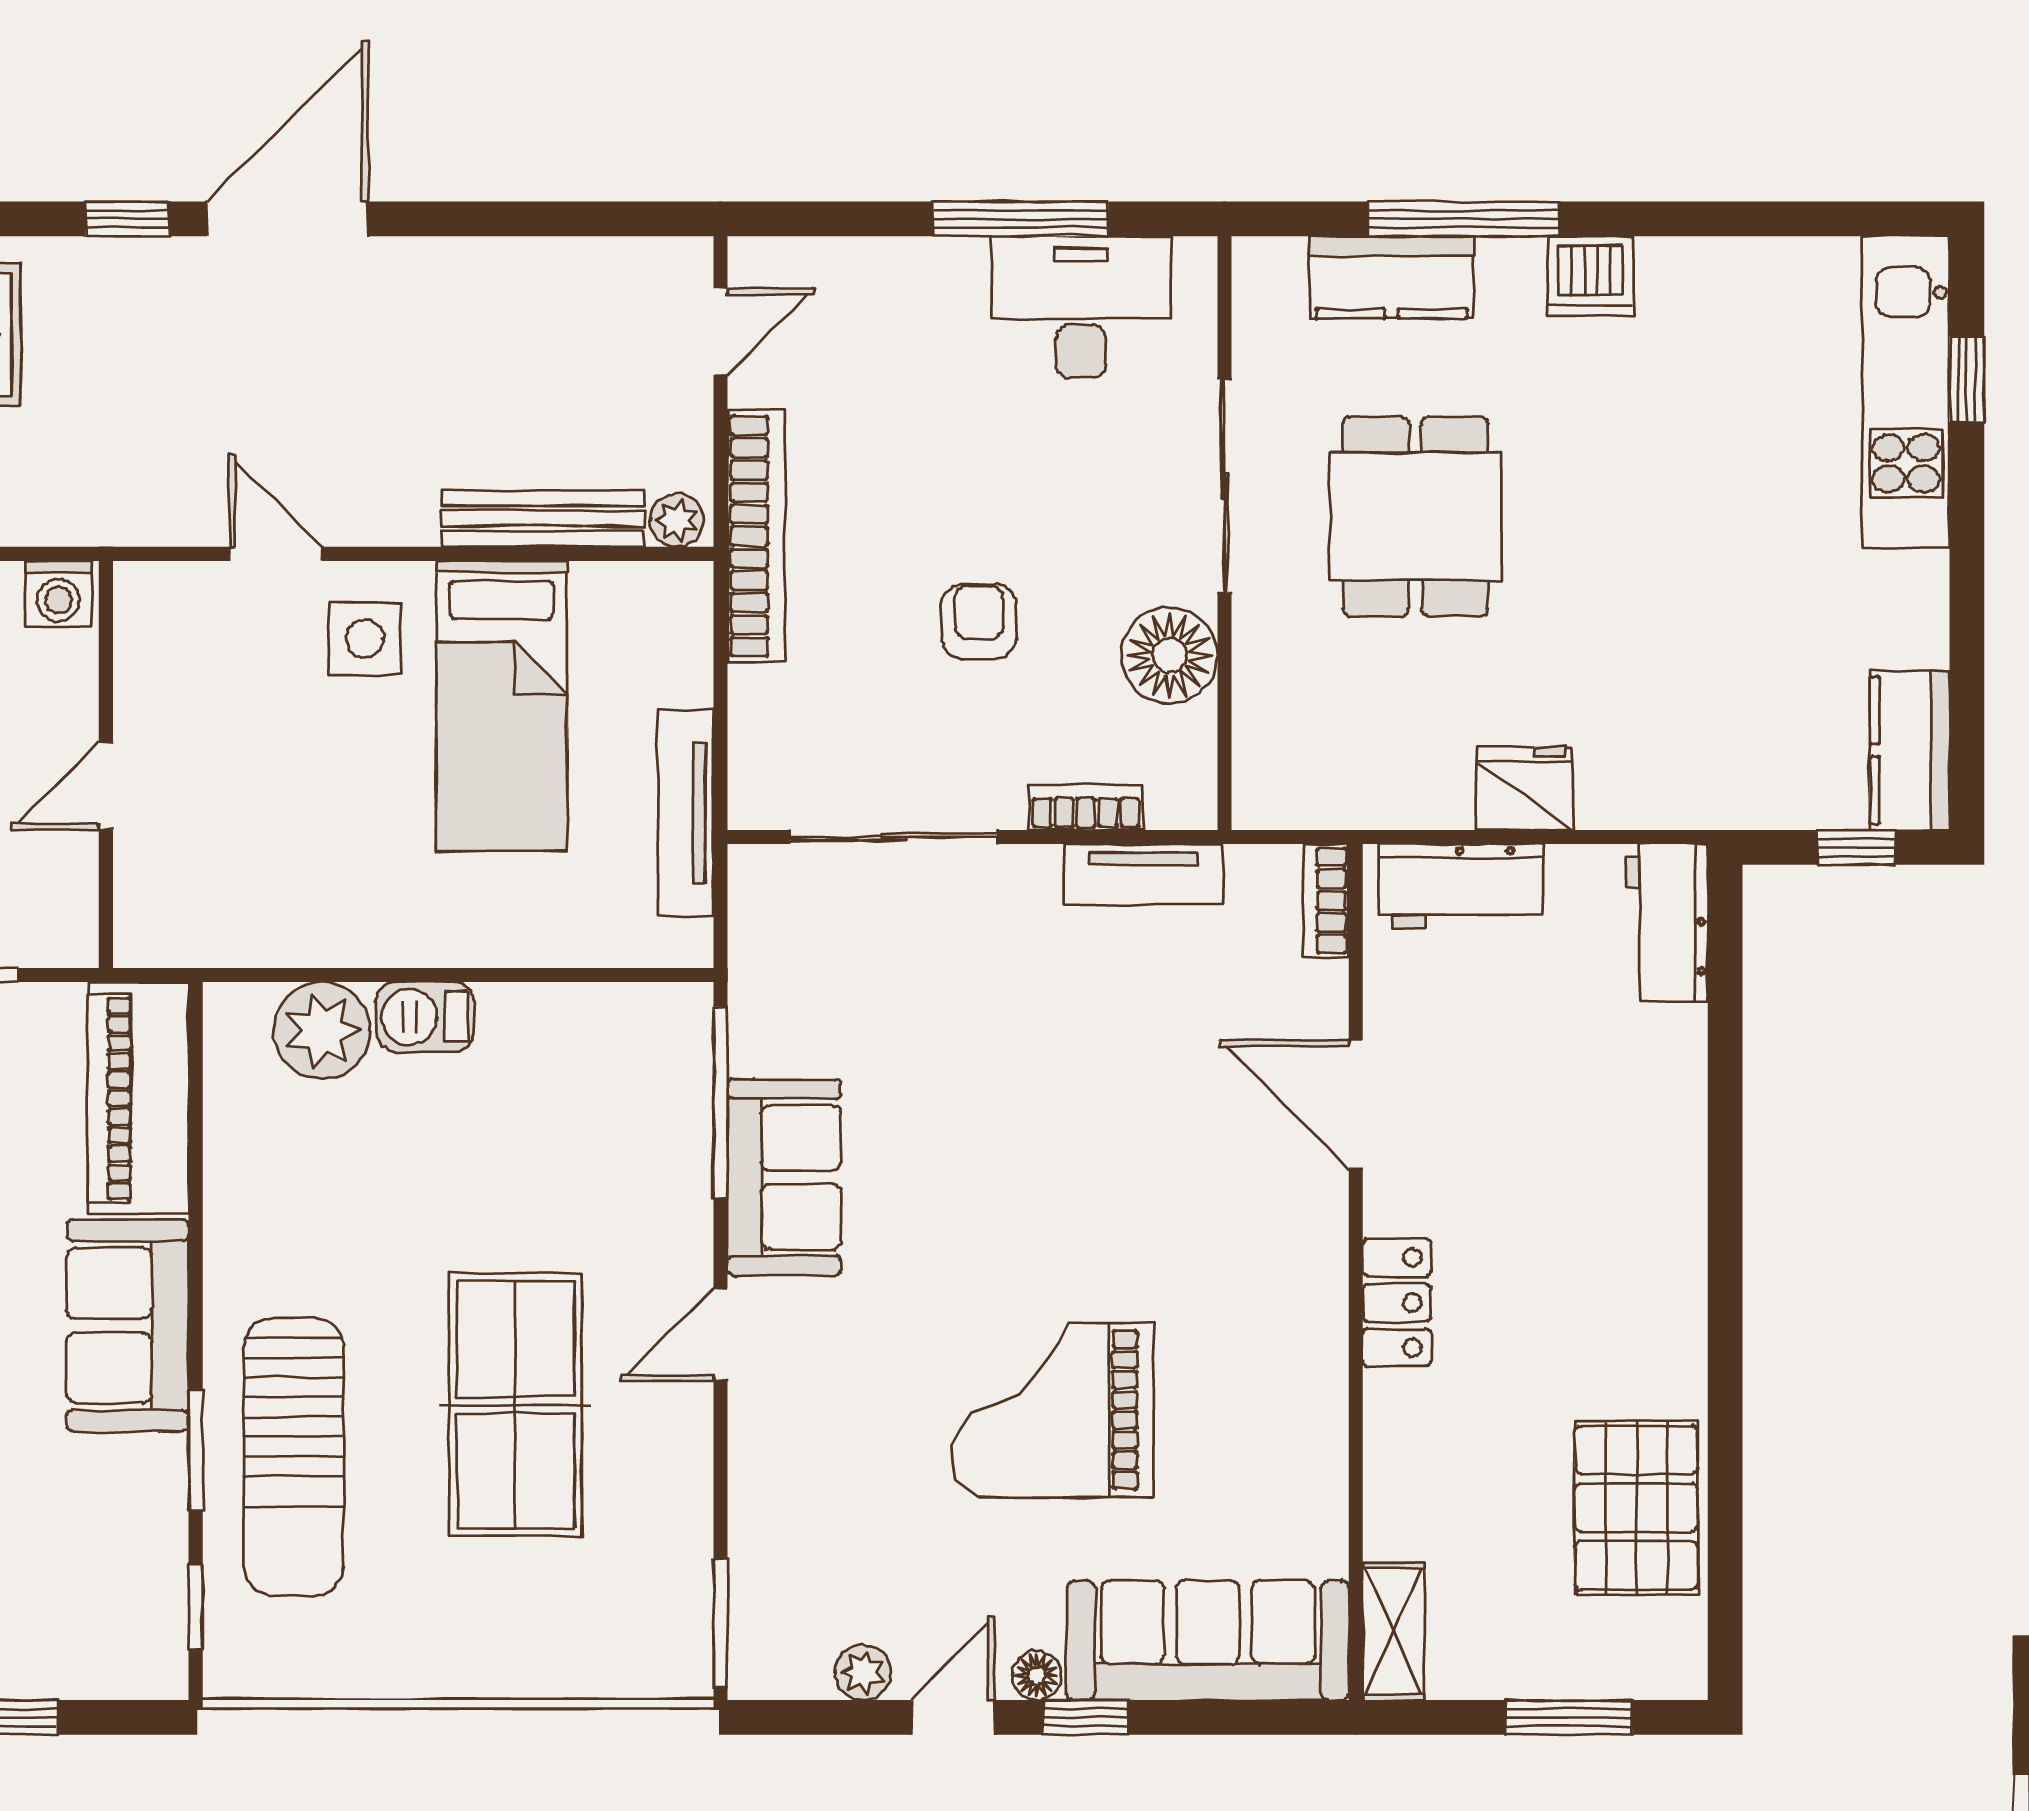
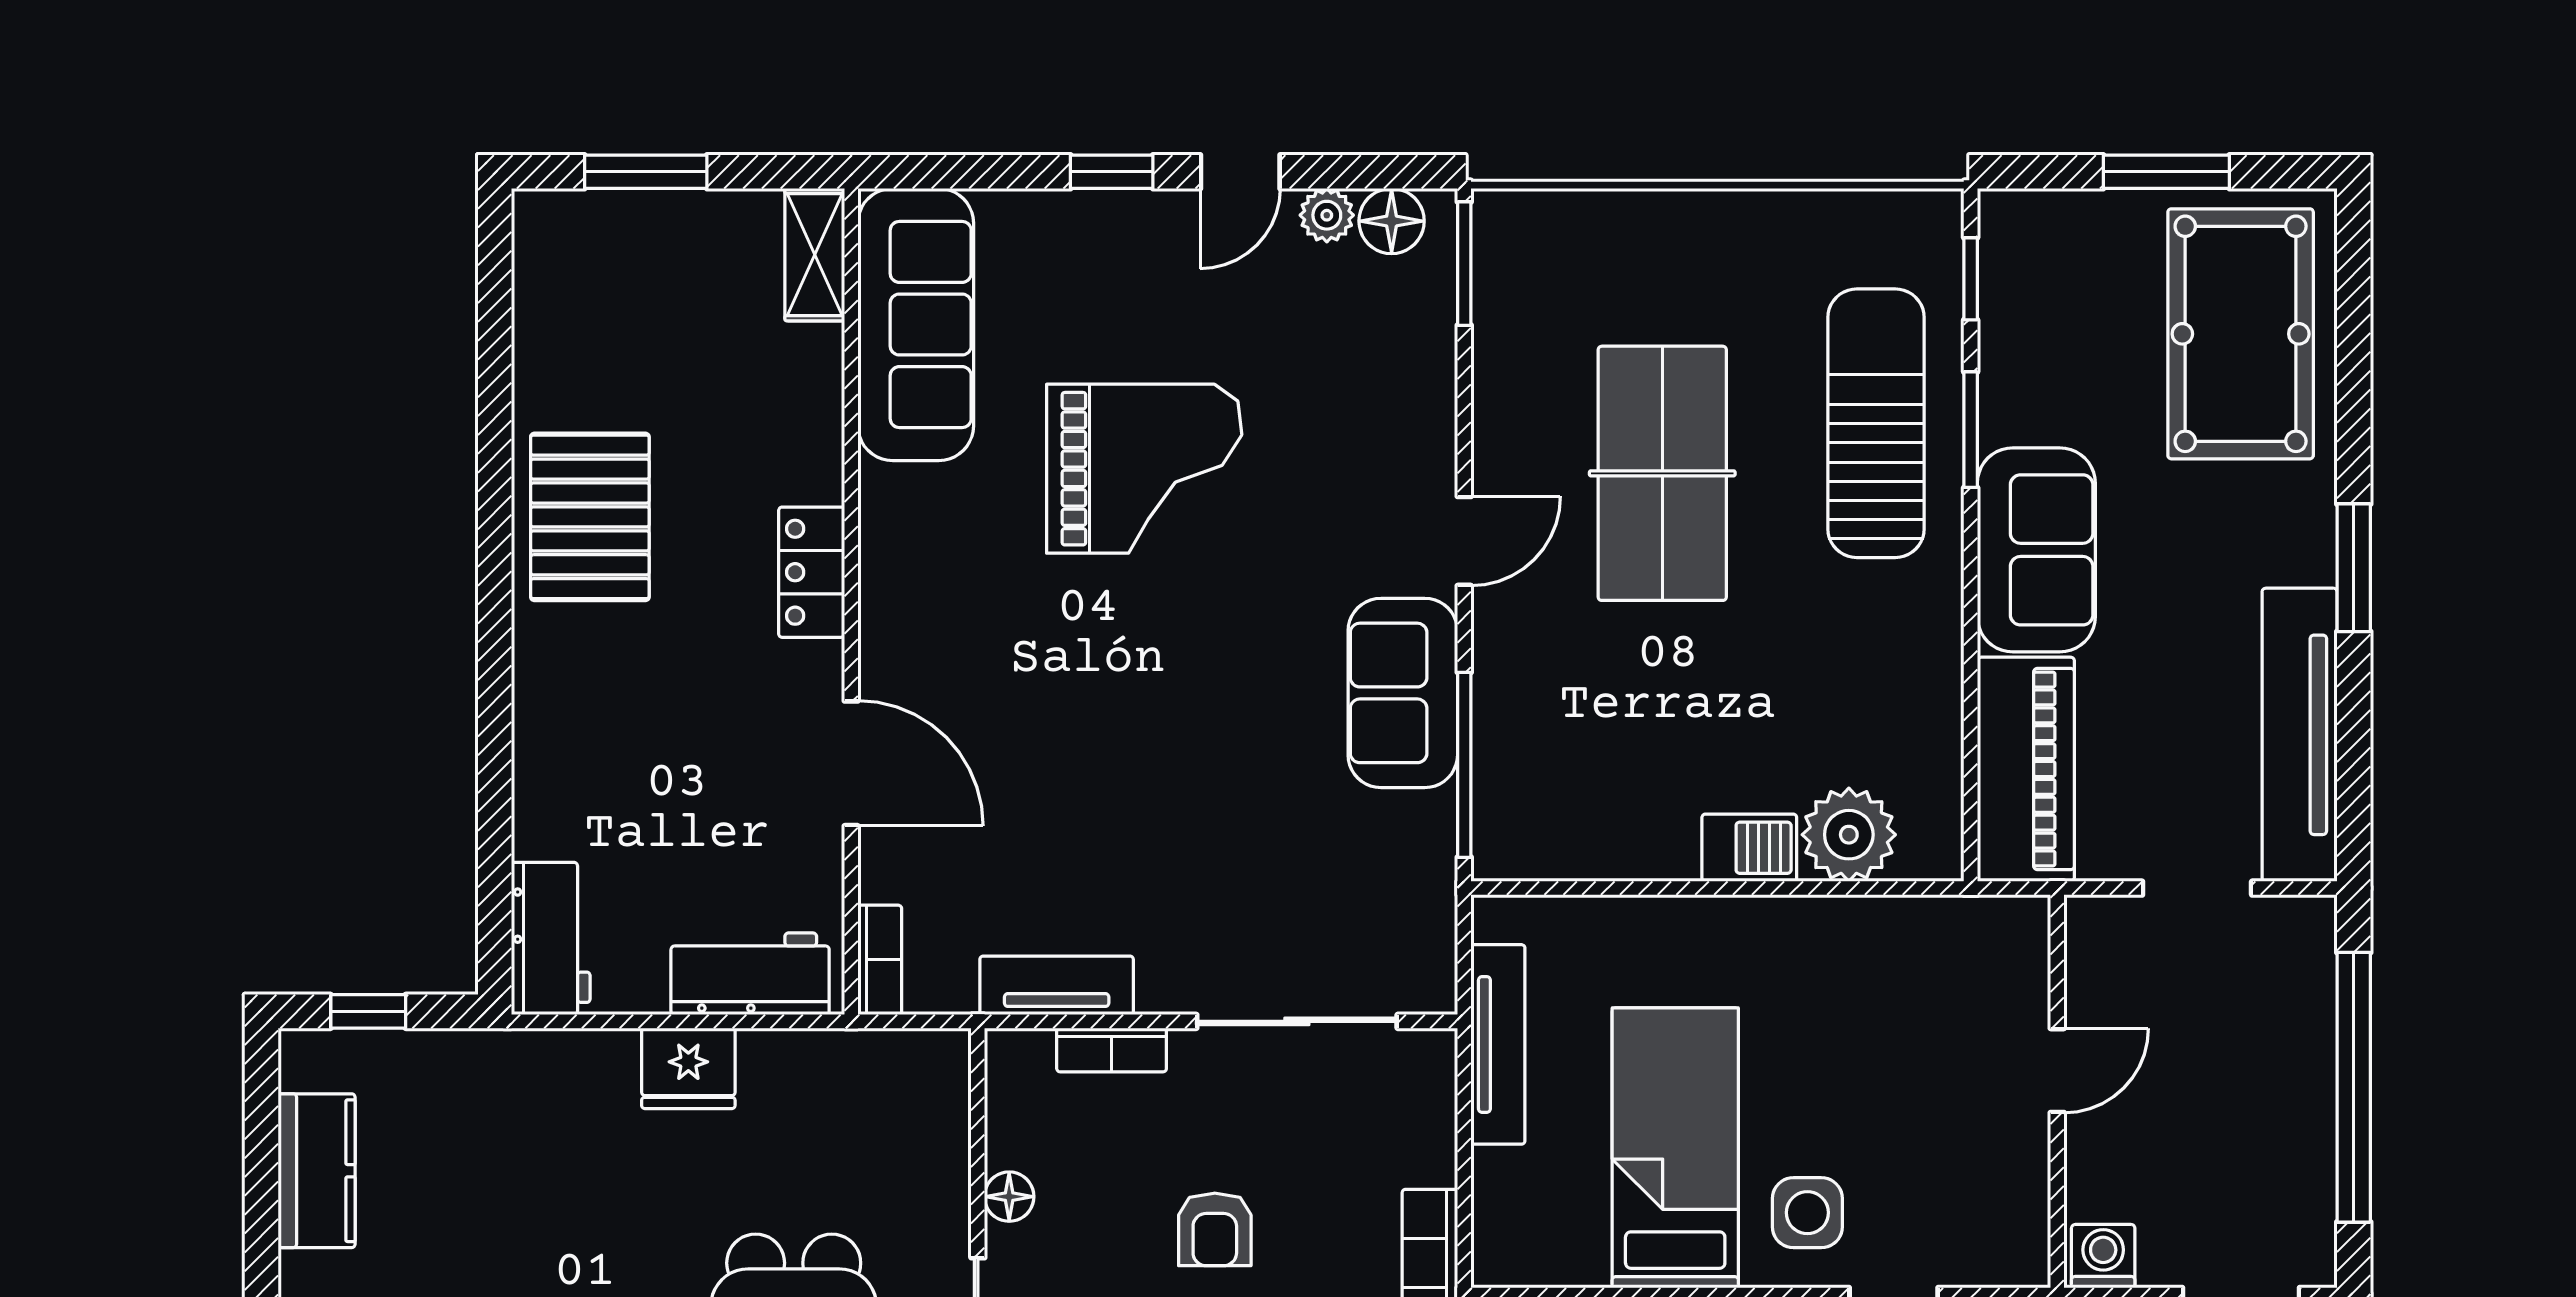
floor lamp: (1169, 655) -> (1009, 1197), width x0.53, depth x0.53
kitchen counter: (1910, 750) -> (317, 1171), moved
pallet: (1636, 1508) -> (590, 517), moved
sofa: (1208, 1640) -> (916, 324), moved, turned -90
floor lamp: (1037, 1676) -> (1392, 221), moved, width x1.37, depth x1.37

